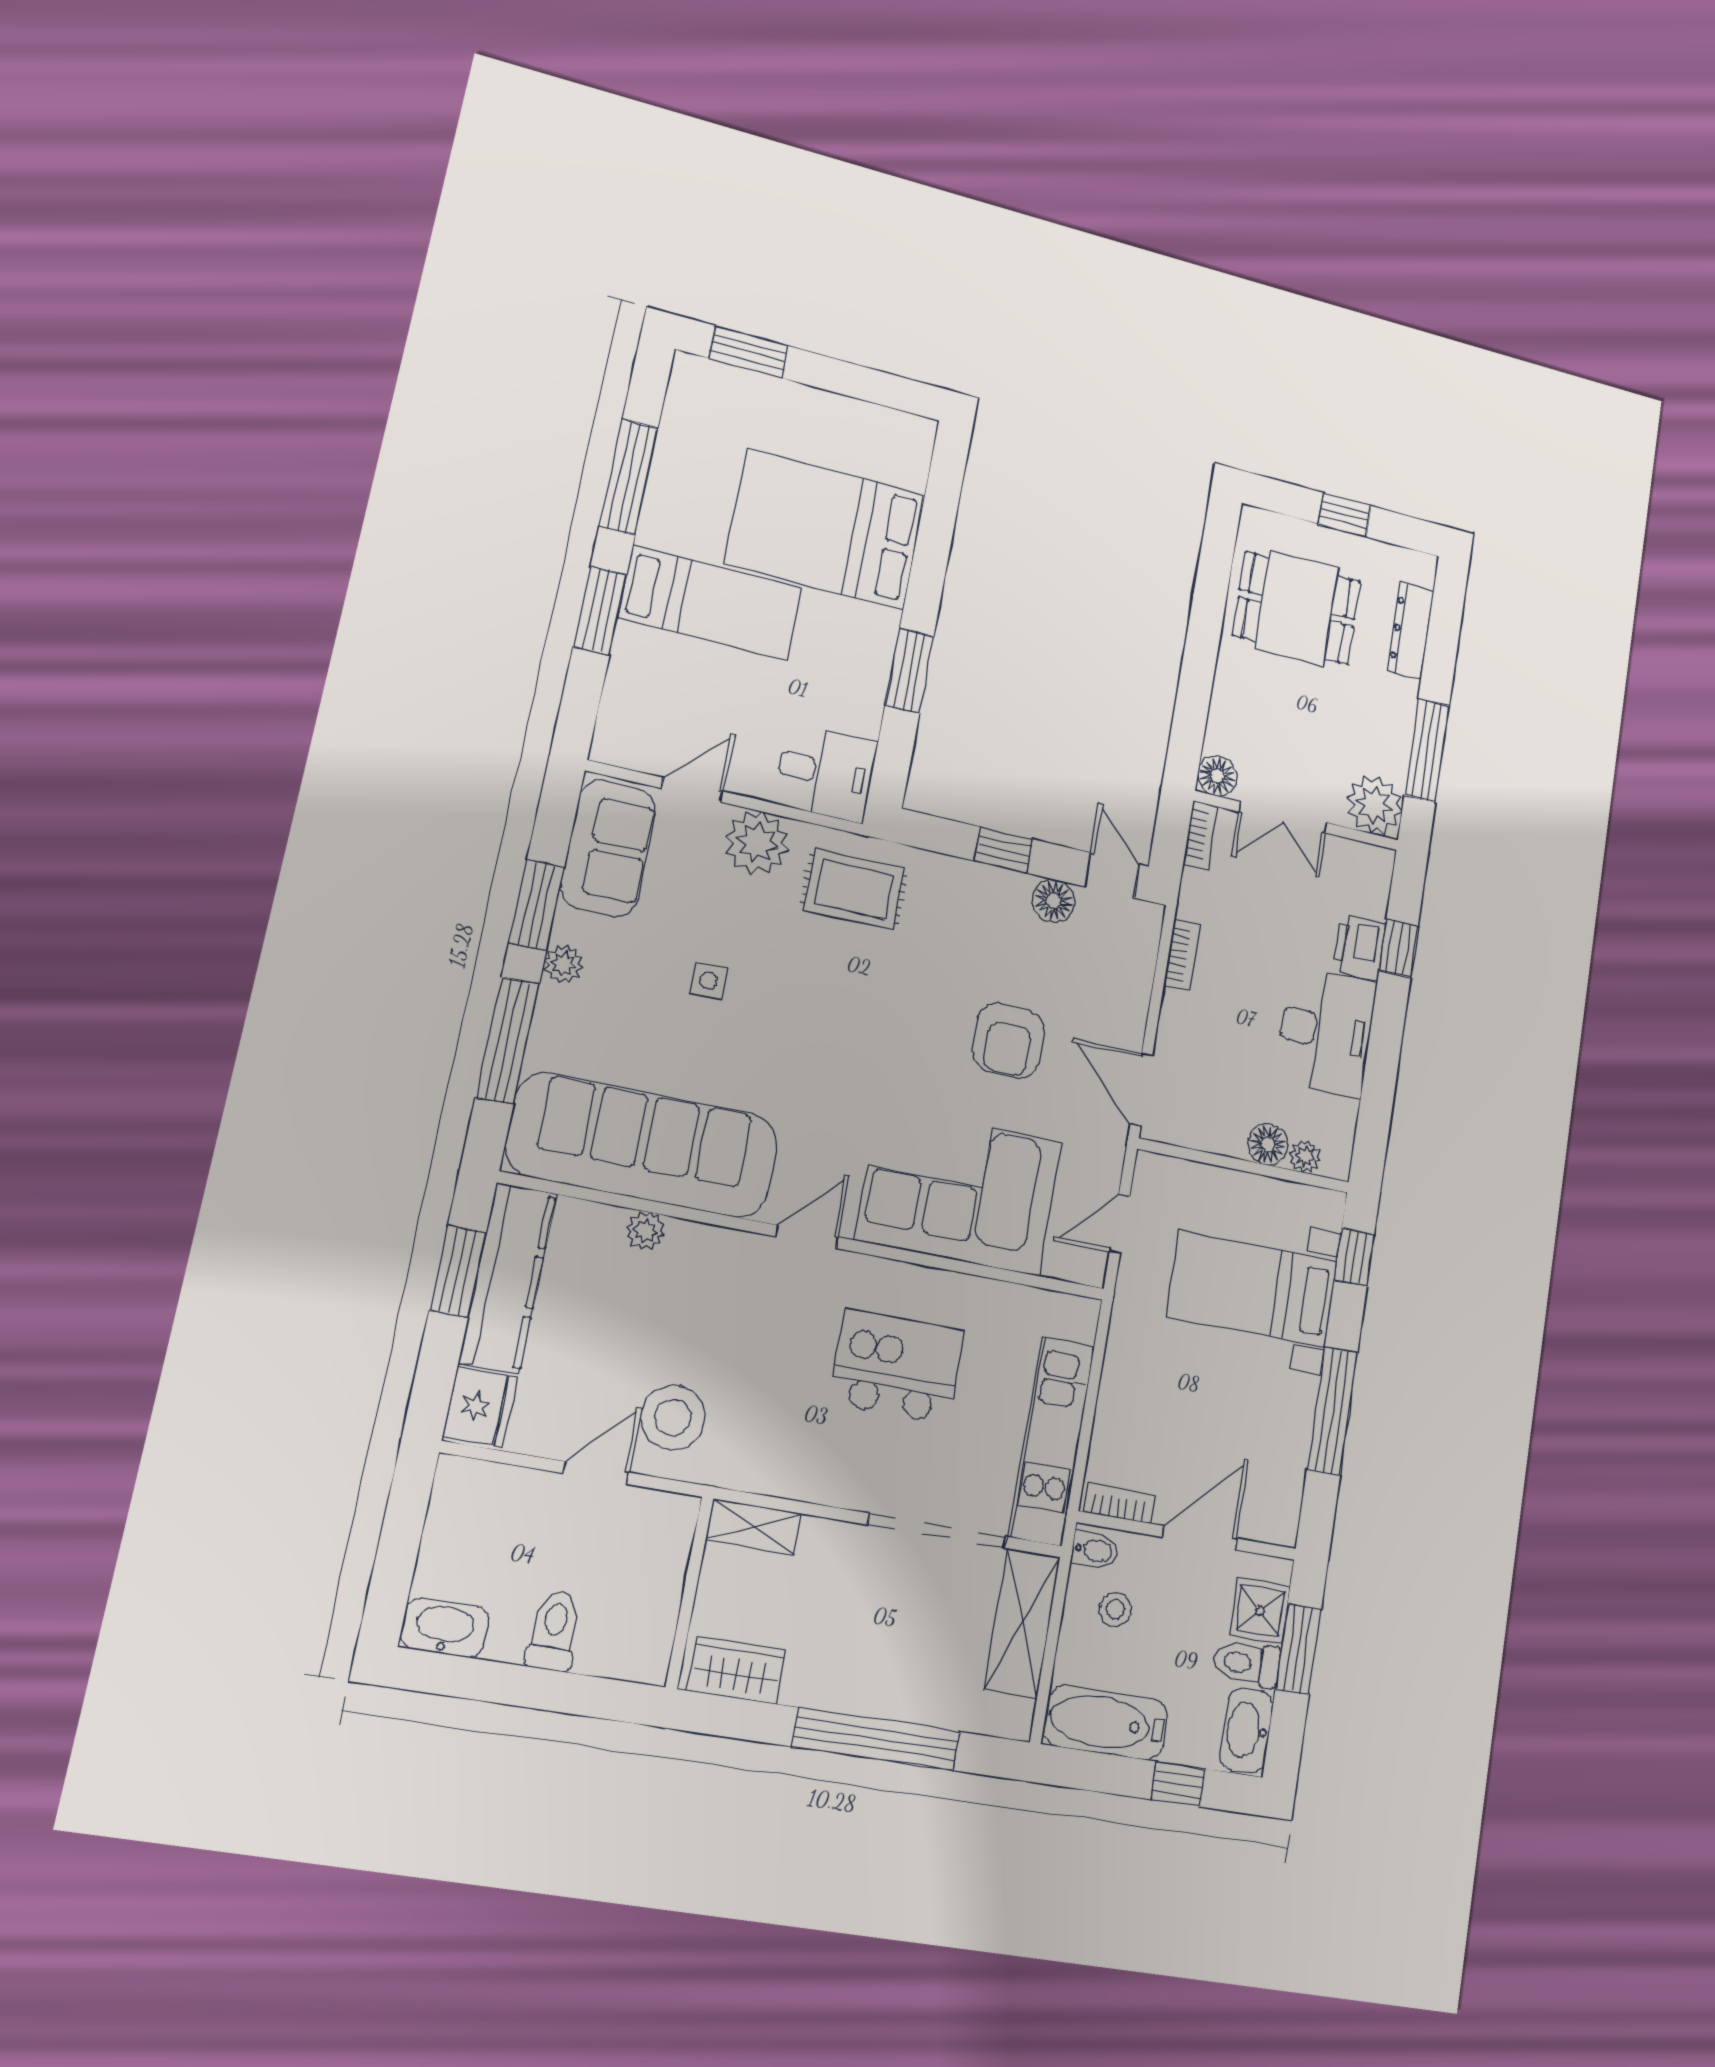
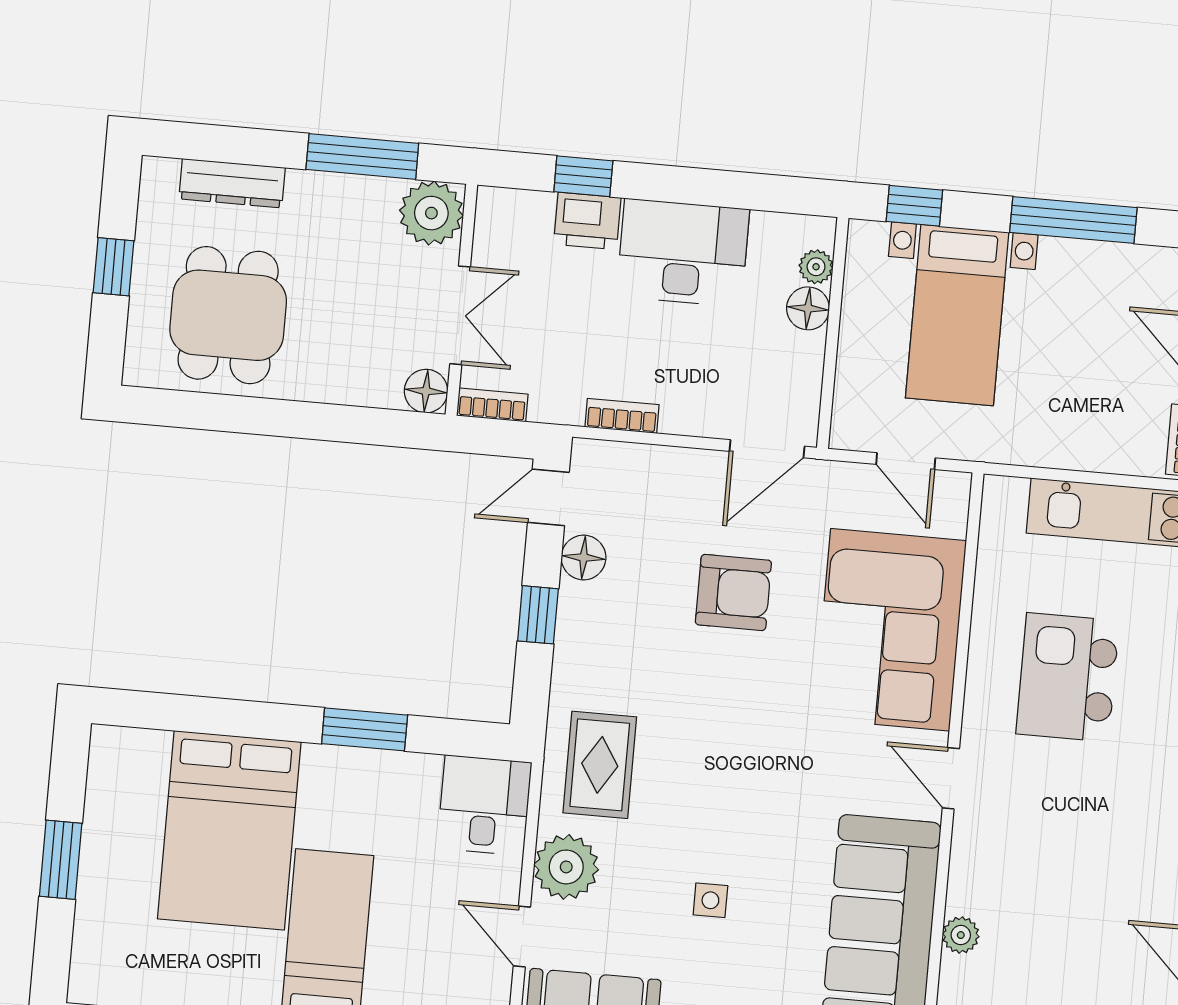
window: (749, 352) -> (61, 860), moved
stool: (673, 1417) -> (1135, 890), removed

